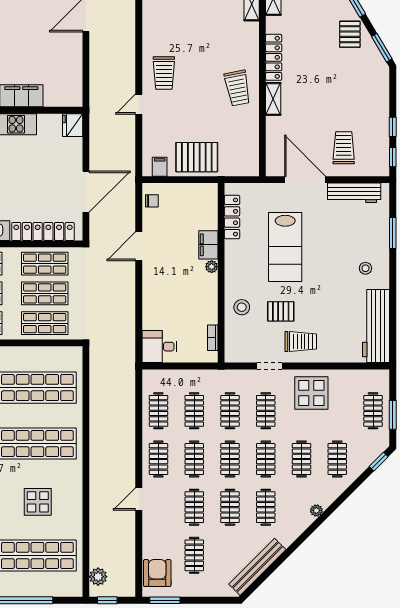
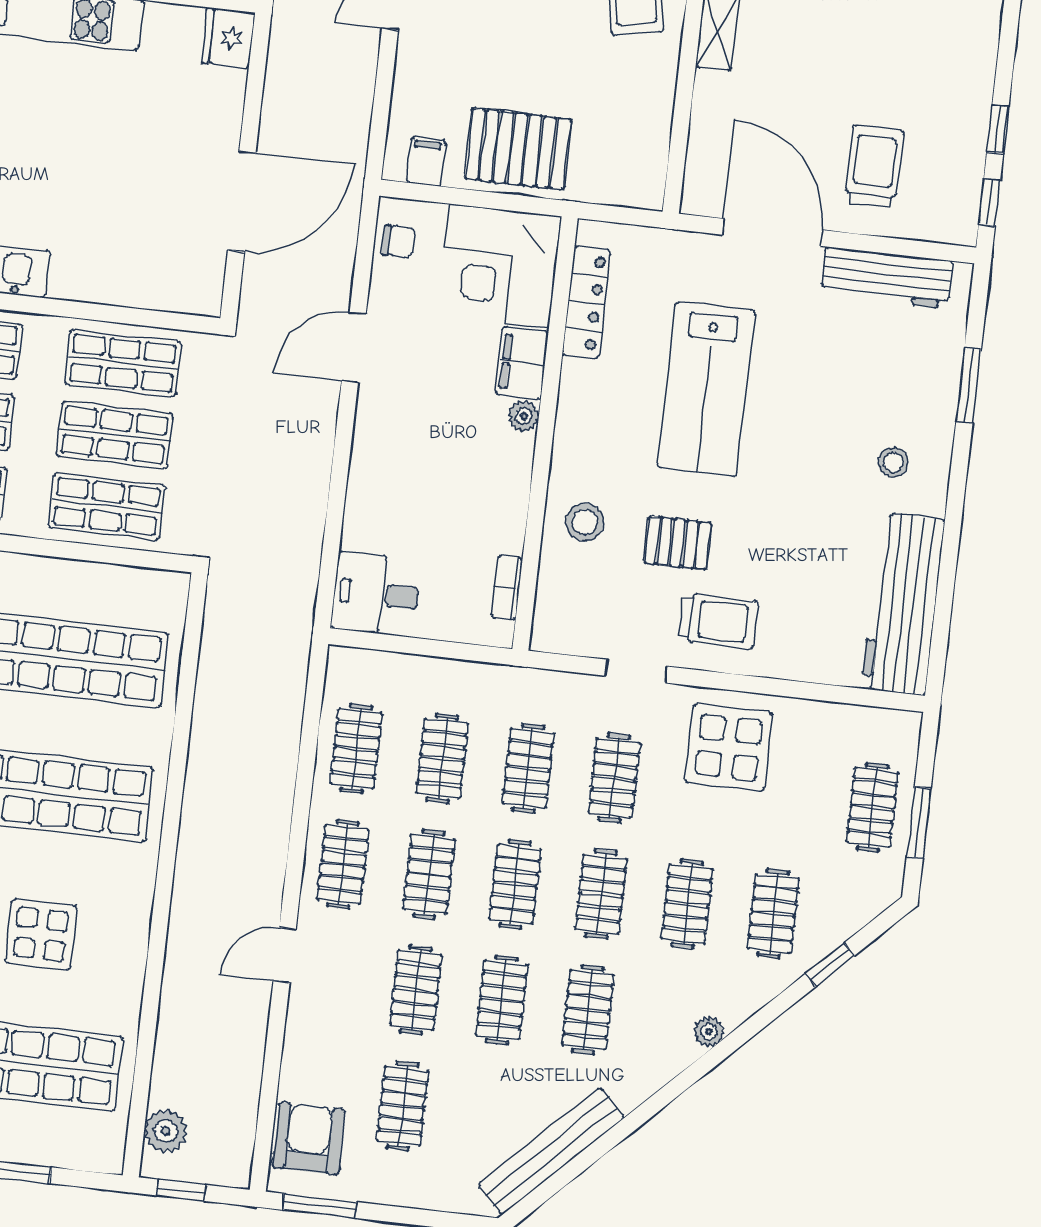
corner desk: (195, 206) -> (499, 266), added
locker: (43, 232) -> (128, 286), removed
window: (379, 462) -> (830, 965), moved

